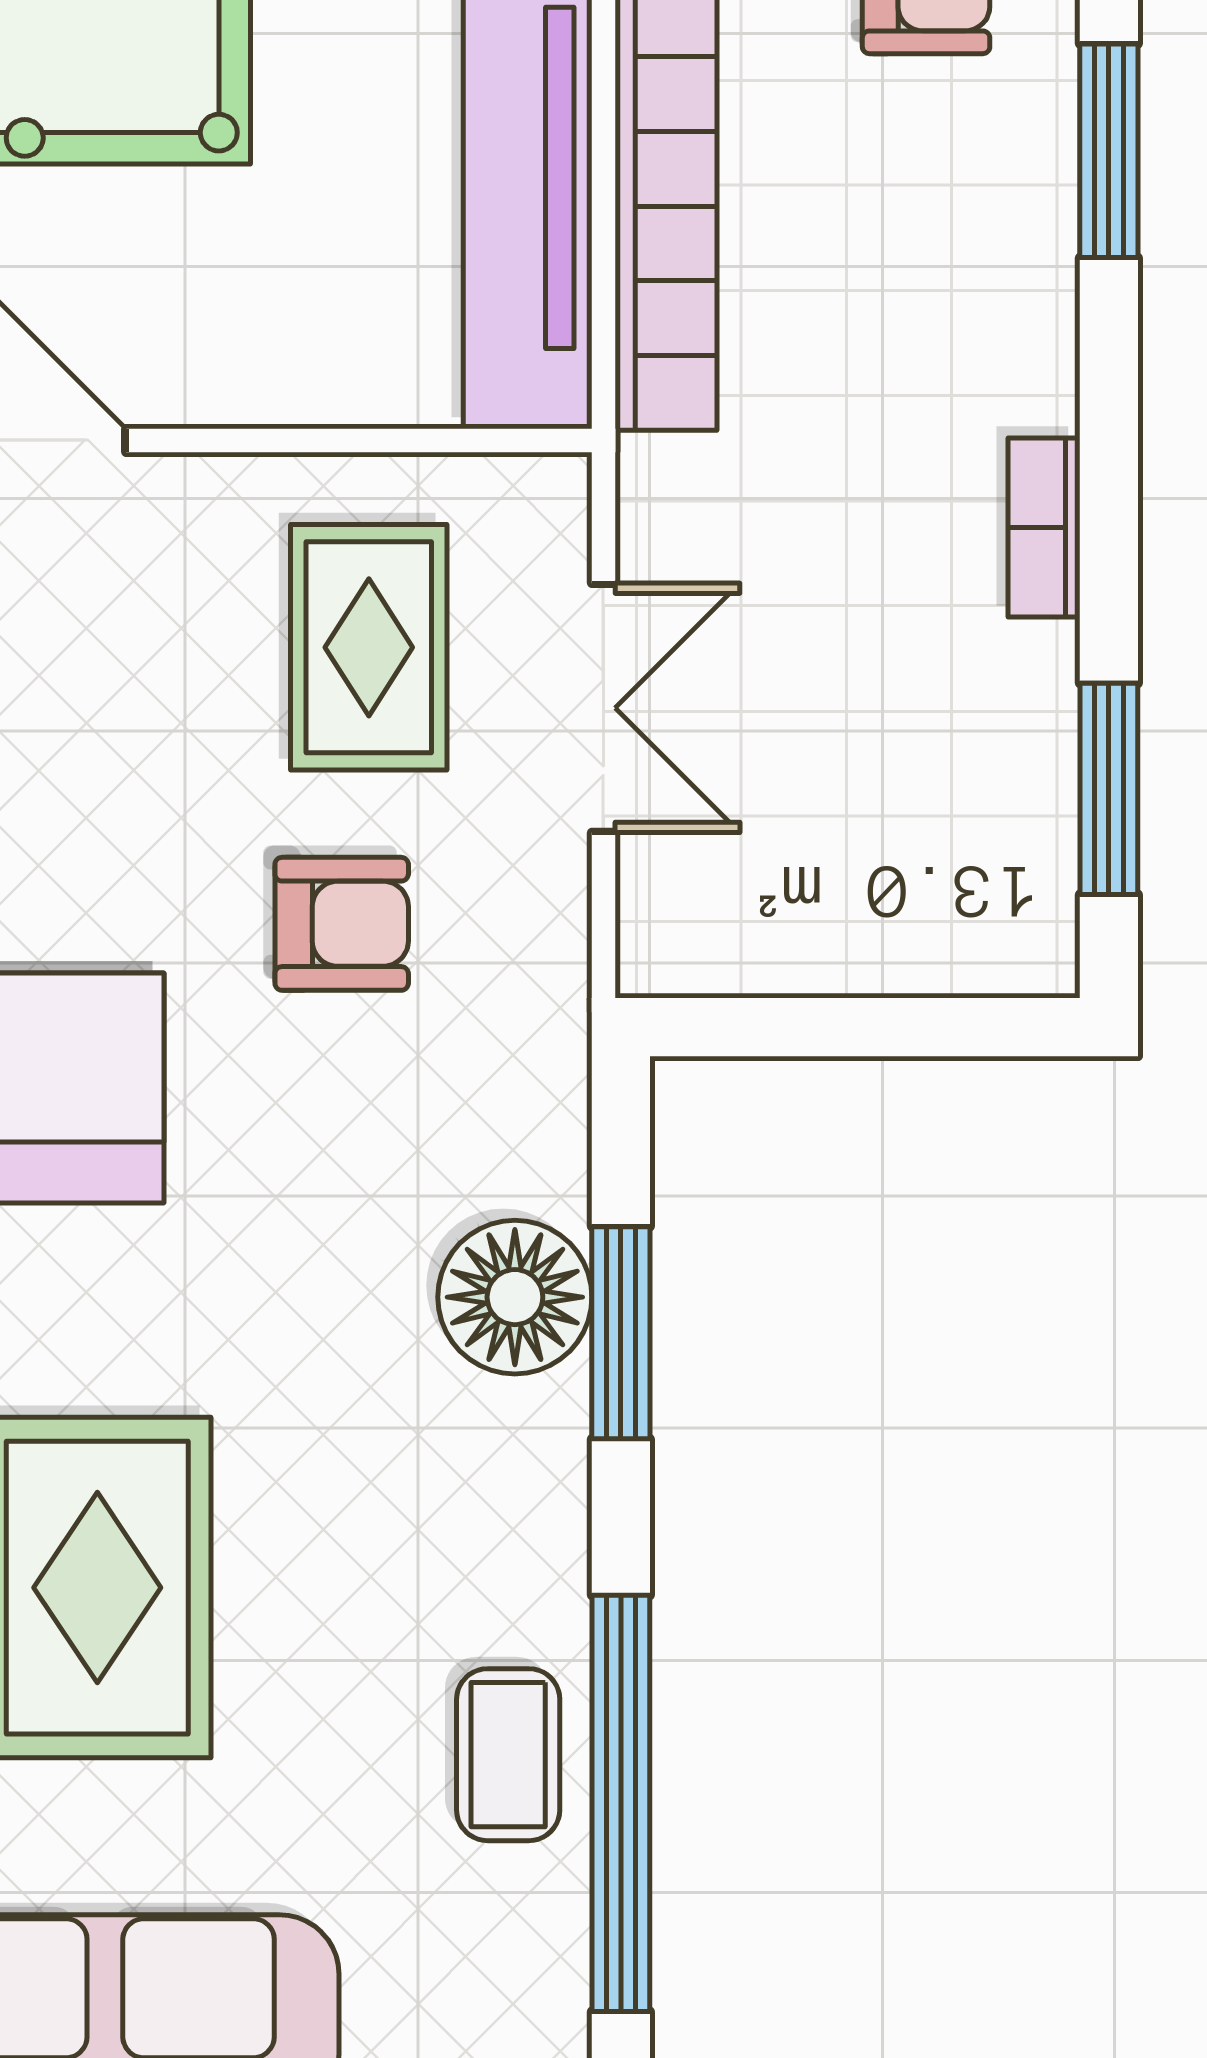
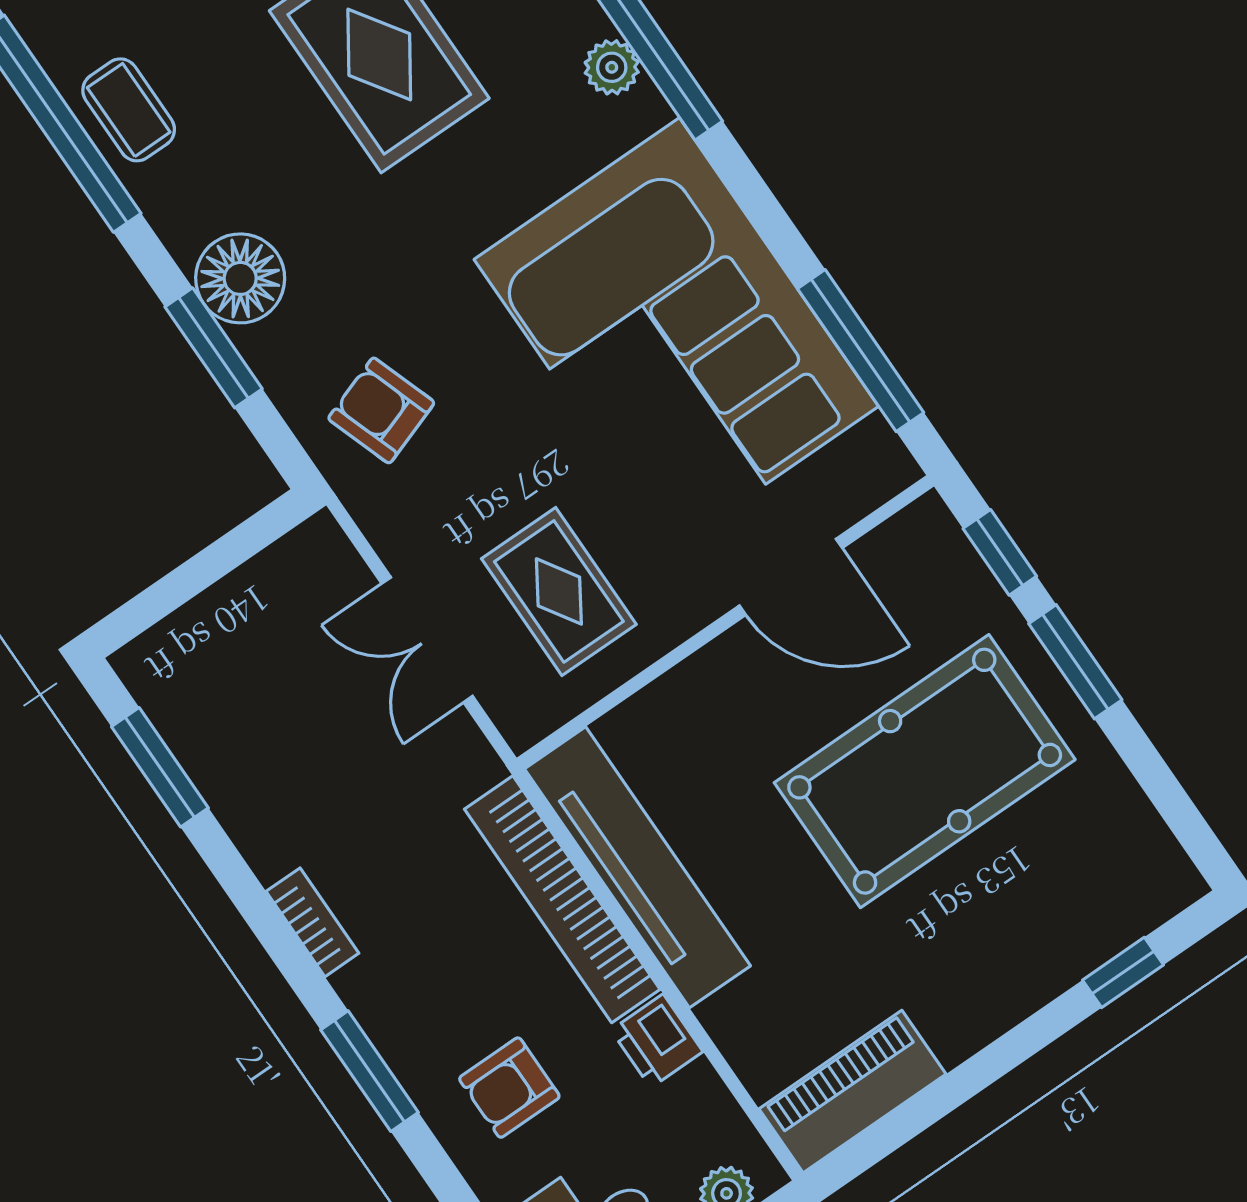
bookcase: (1044, 528) -> (312, 922), moved
armchair: (342, 924) -> (381, 410), moved, turned 71
floor lamp: (515, 1297) -> (240, 278), moved

